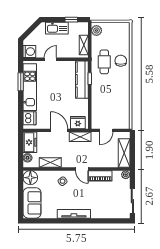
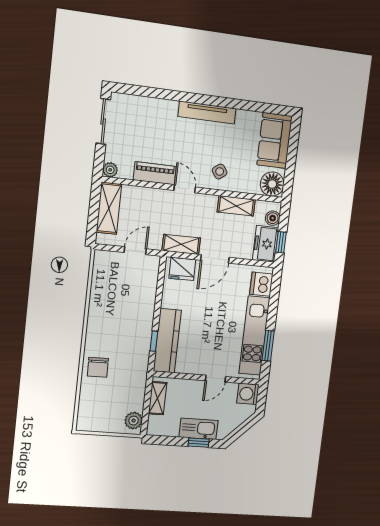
window: (71, 20) -> (199, 443), moved
cafe table: (104, 62) -> (126, 367), removed
door: (59, 130) -> (215, 259), hinge flipped
window: (21, 144) -> (281, 242), added

